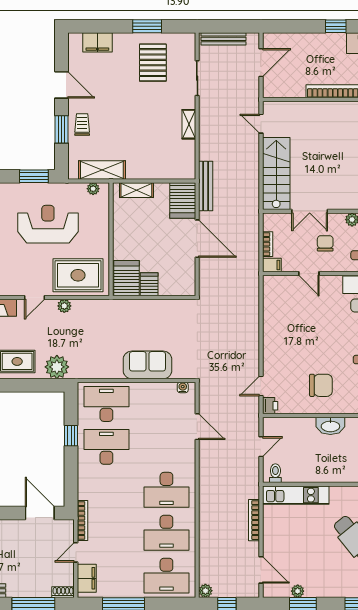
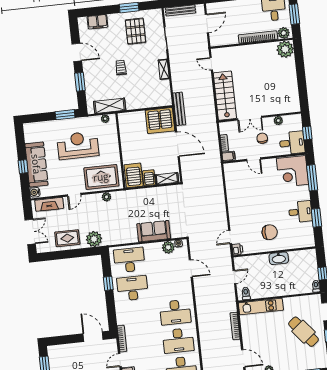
trolley: (82, 125) -> (121, 68), moved
shelving: (136, 190) -> (167, 179), moved
server rack: (183, 200) -> (160, 121), width x1.60
plant: (64, 306) -> (106, 197), moved
plant: (167, 391) -> (168, 247), added

